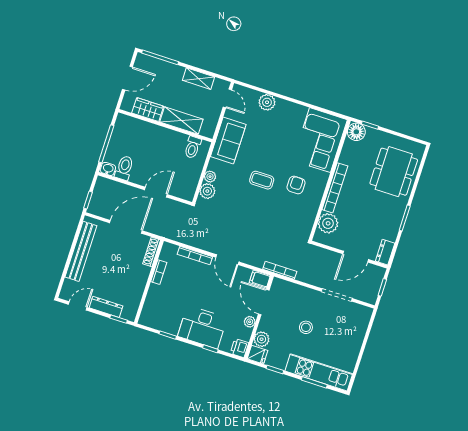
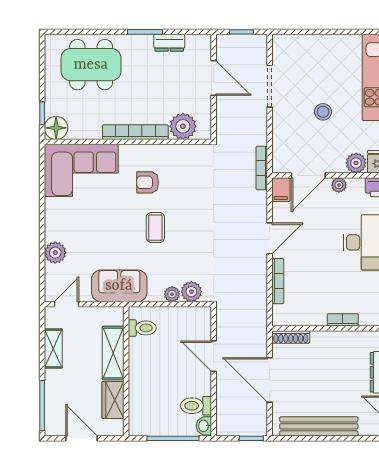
dresser: (385, 252) -> (169, 43), moved
bookcase: (159, 272) -> (343, 320), moved

